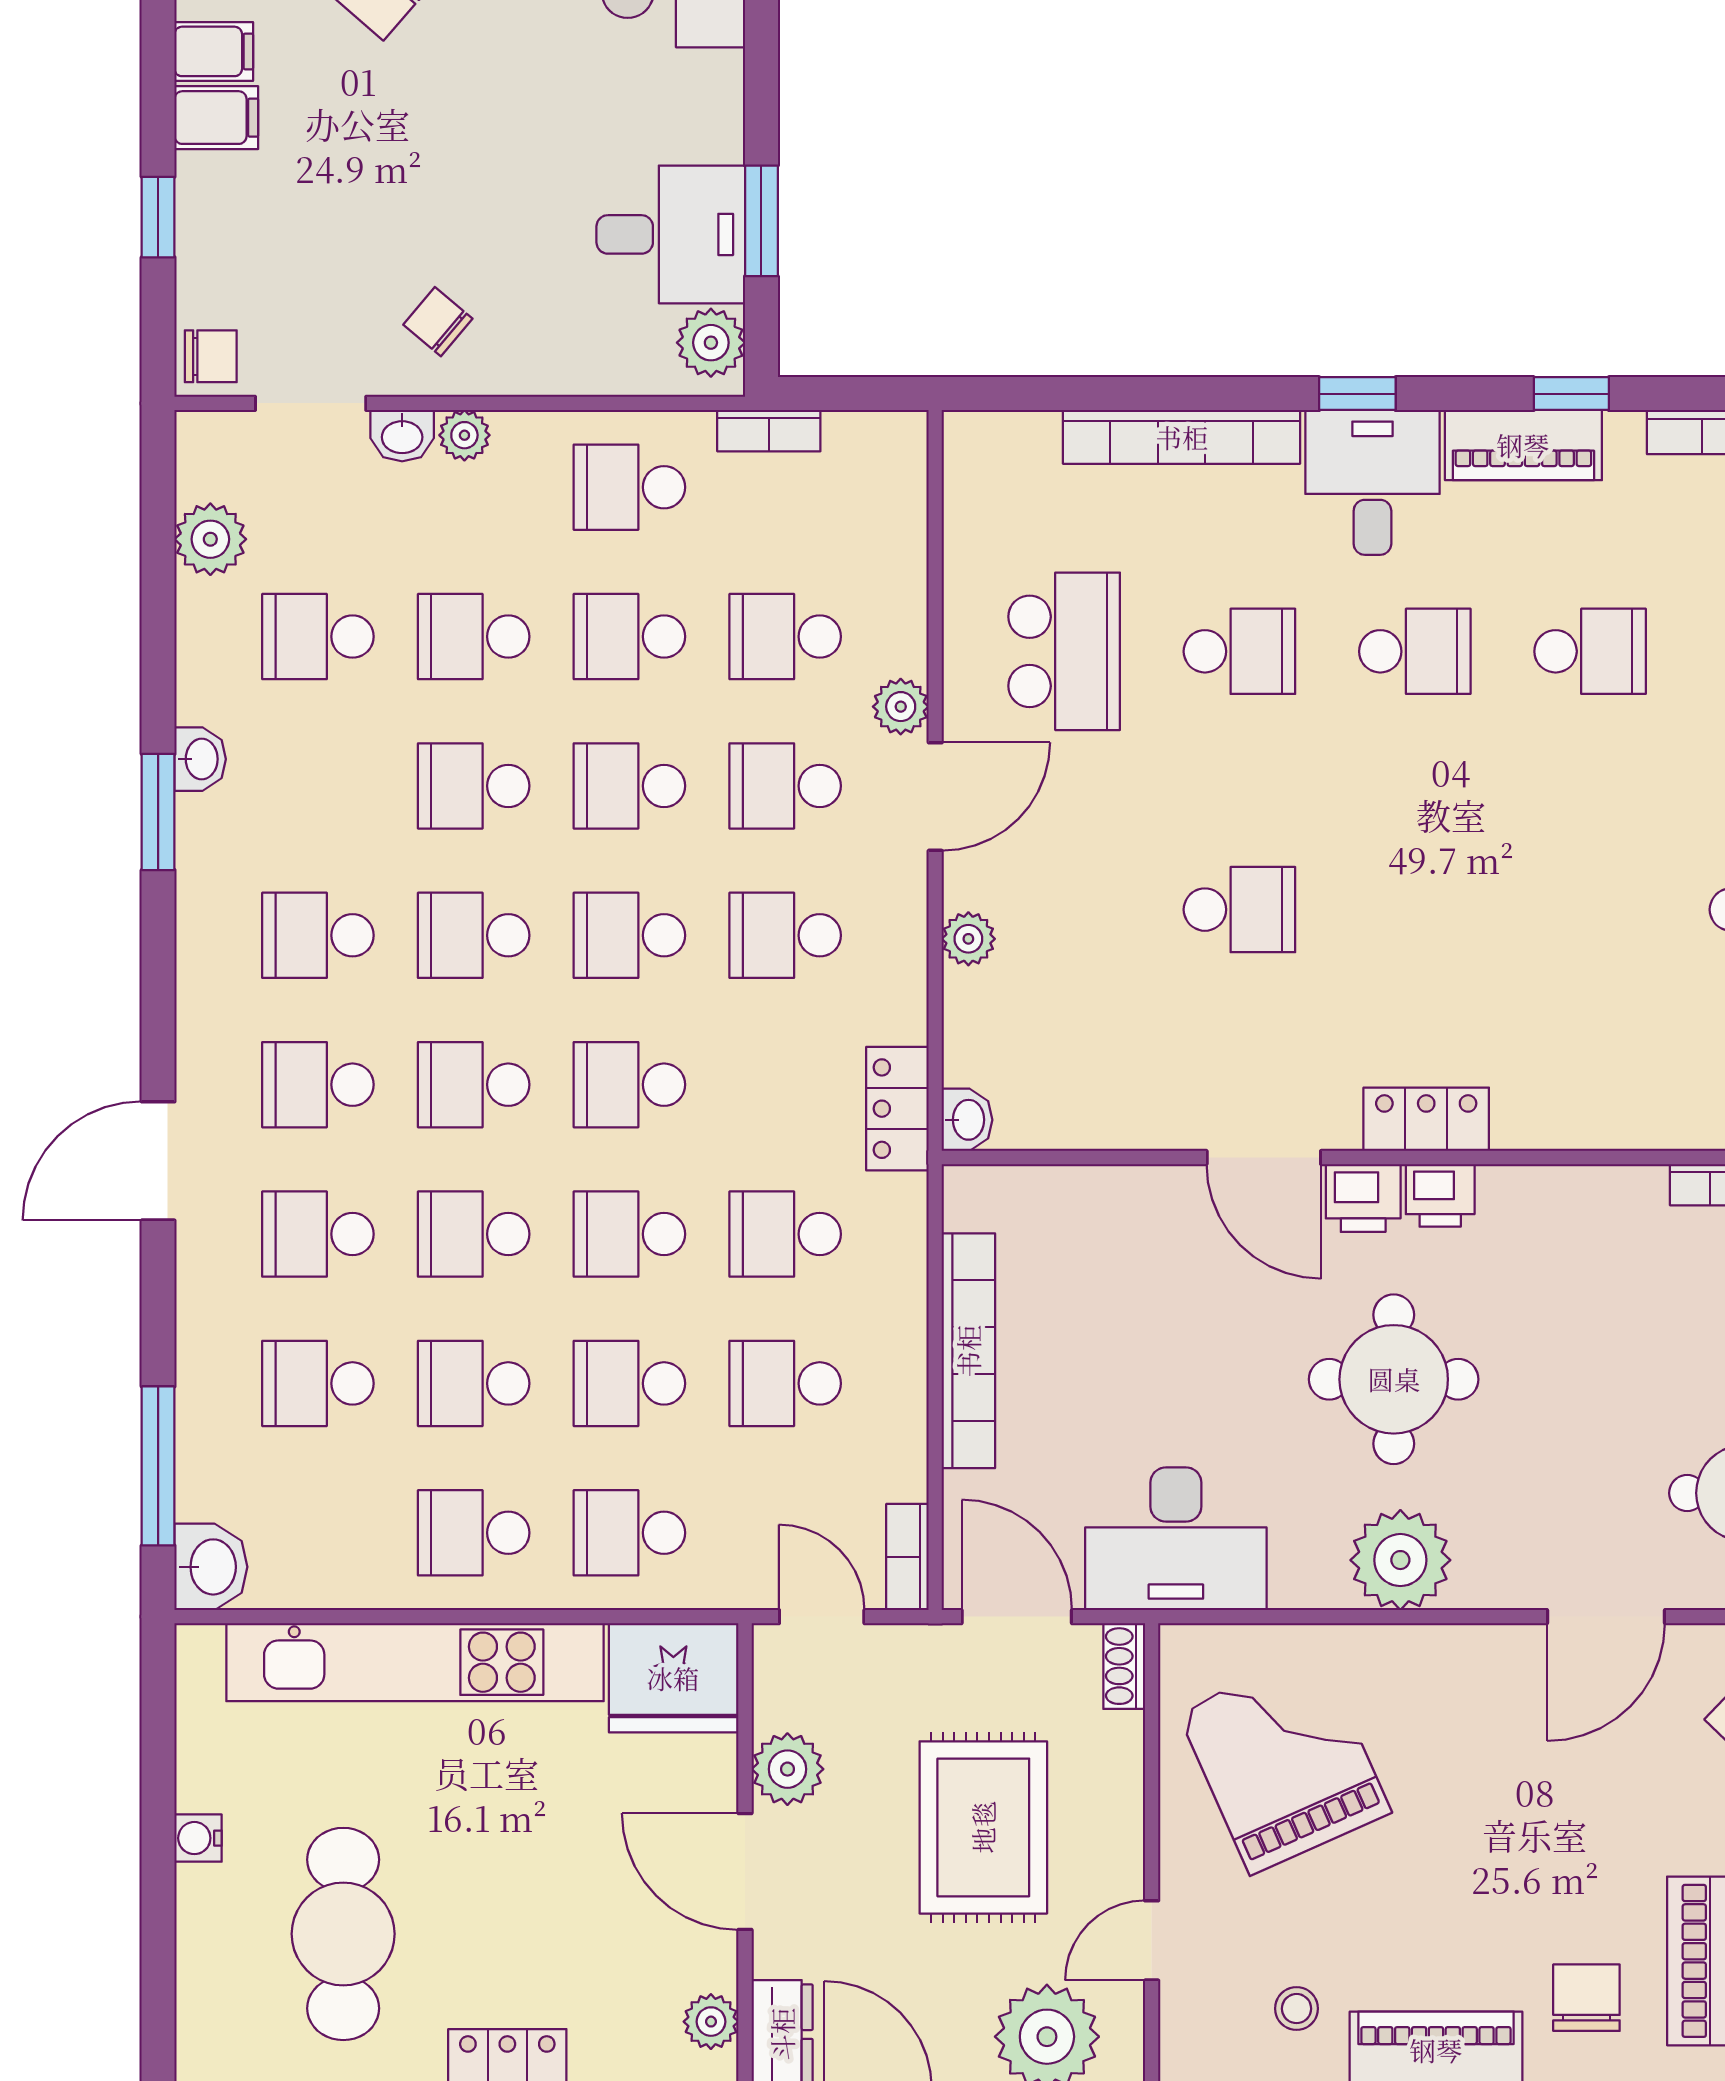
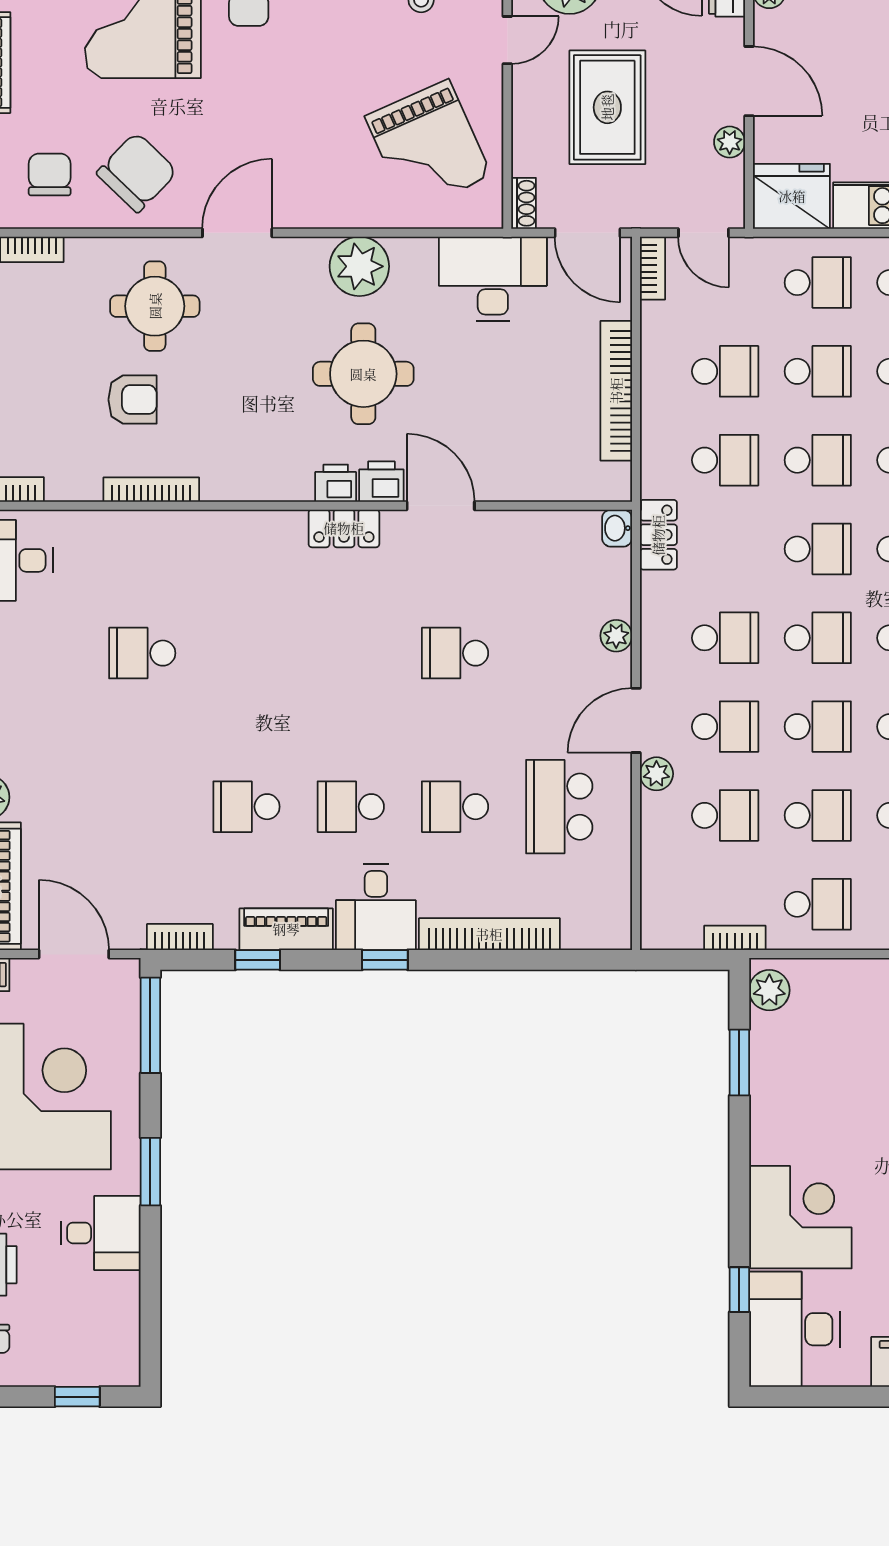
desk: (671, 234) -> (793, 1055), removed
plant: (787, 1769) -> (730, 142), width x0.73, depth x0.73

